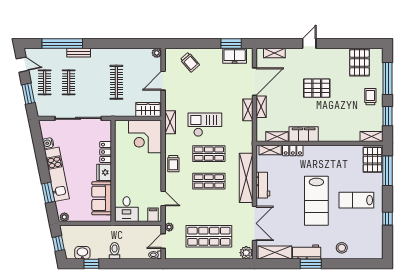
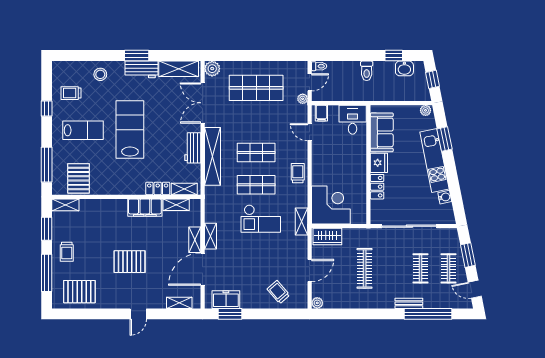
pallet: (360, 63) -> (79, 292), turned 90
pallet: (372, 160) -> (79, 178), moved
trolley: (367, 232) -> (71, 93), added

